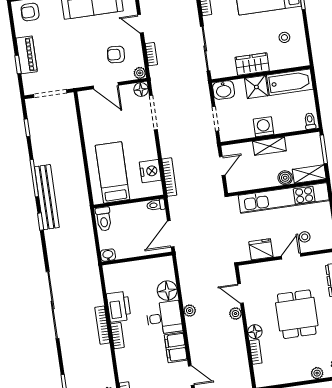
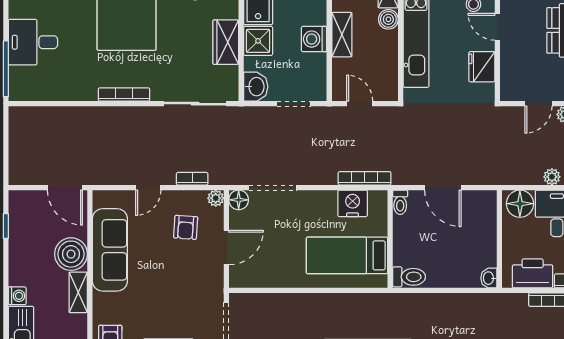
washbasin: (108, 255) -> (489, 278), moved
wall: (137, 259) -> (499, 239), moved

